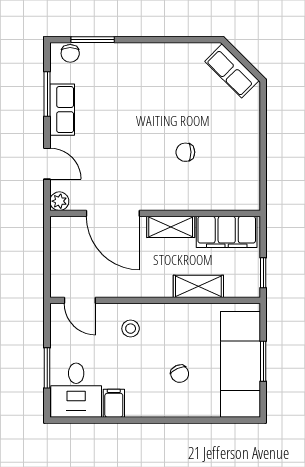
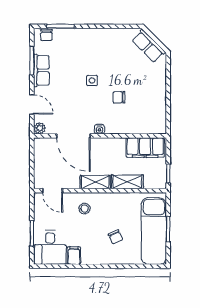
side table: (142, 126) -> (92, 80), added
water cooler: (154, 203) -> (99, 129), added
shelving: (171, 227) -> (95, 182), moved

